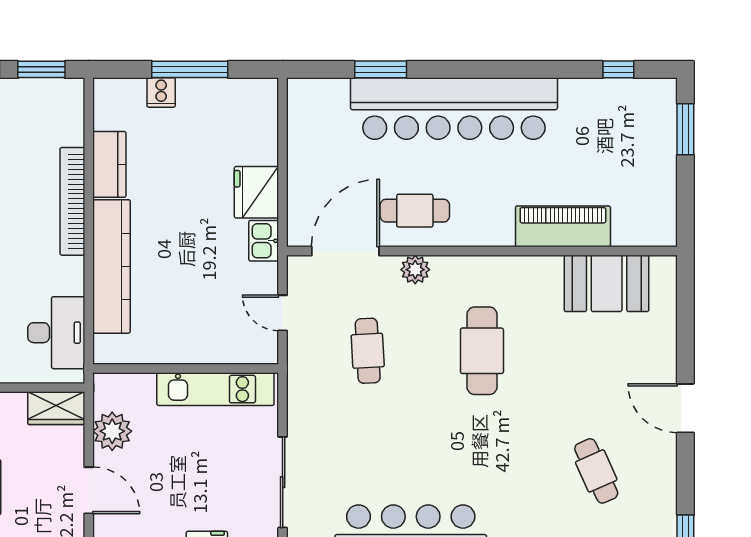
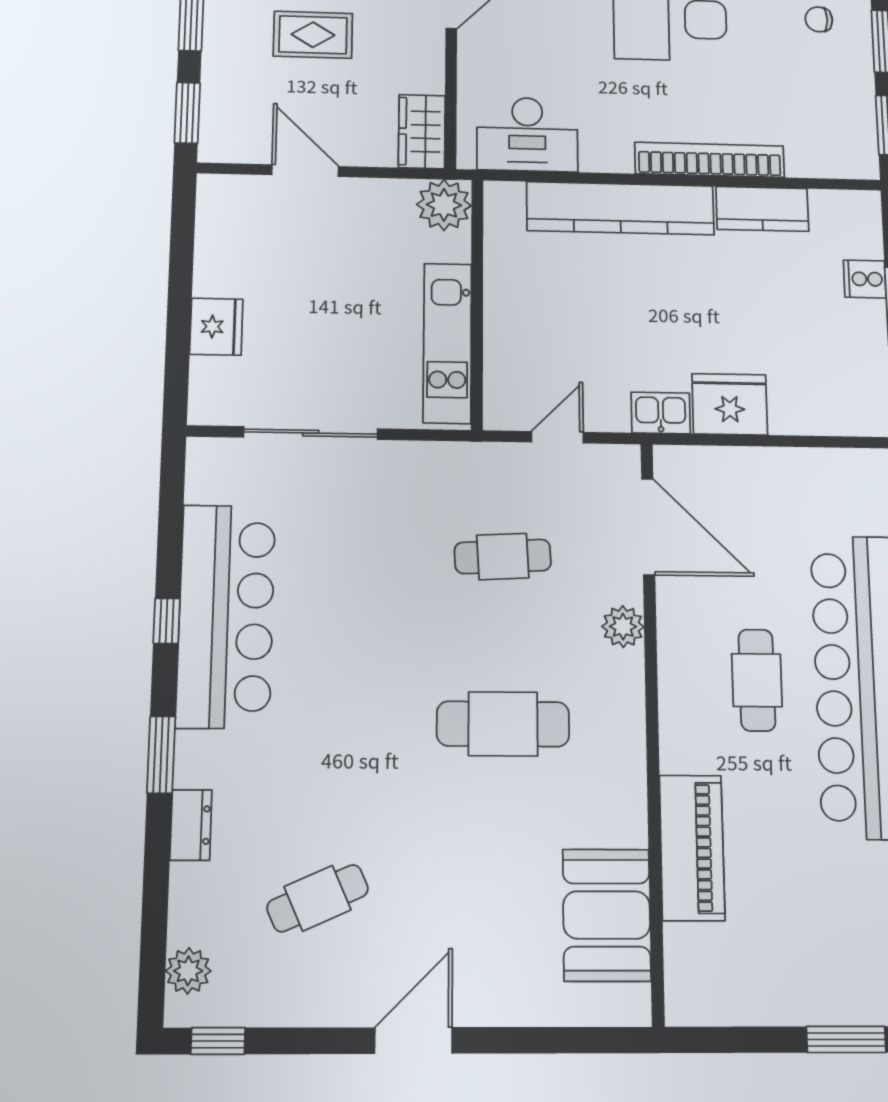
cafe table: (415, 211) -> (757, 680), moved
plant: (112, 431) -> (444, 205), moved
door: (89, 490) -> (305, 171), swing flipped

